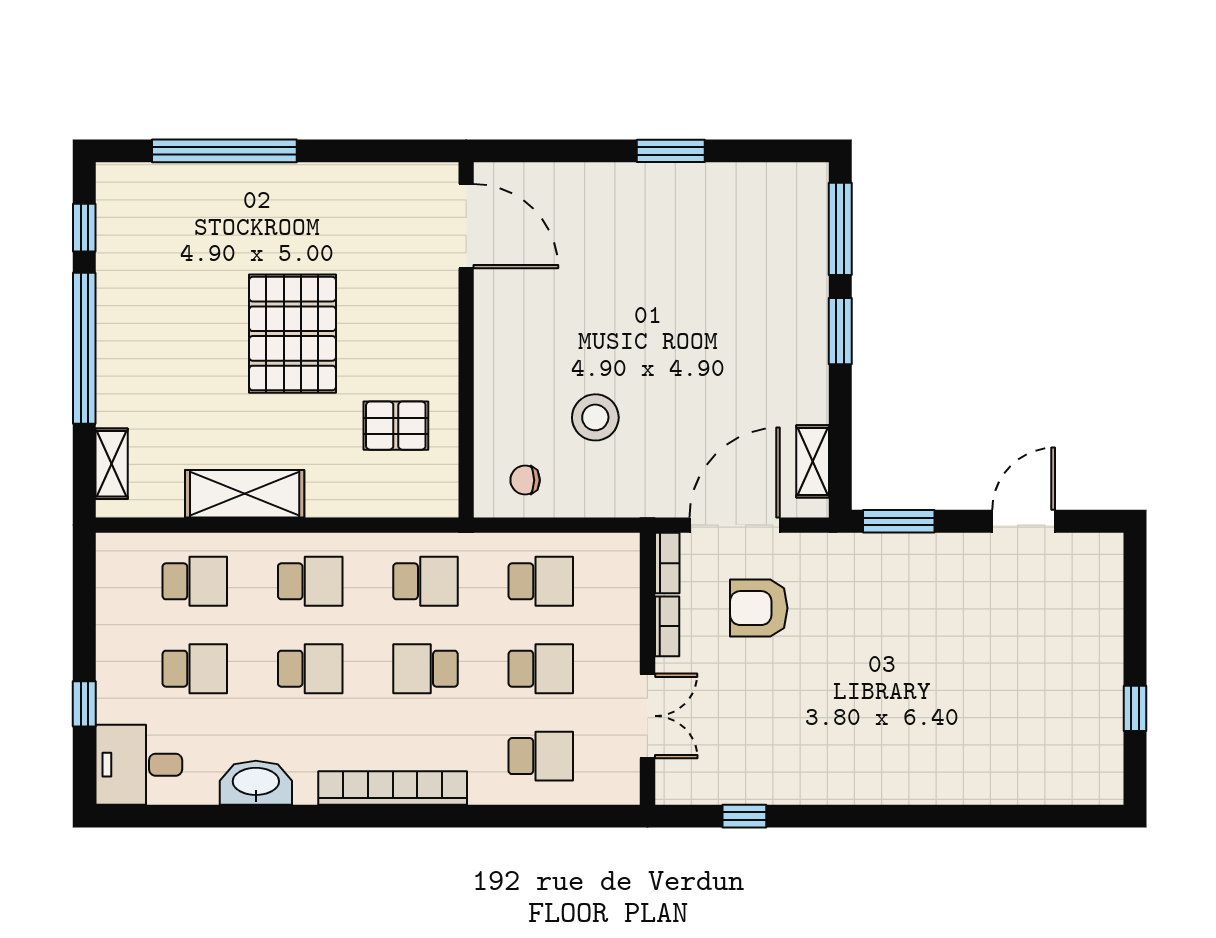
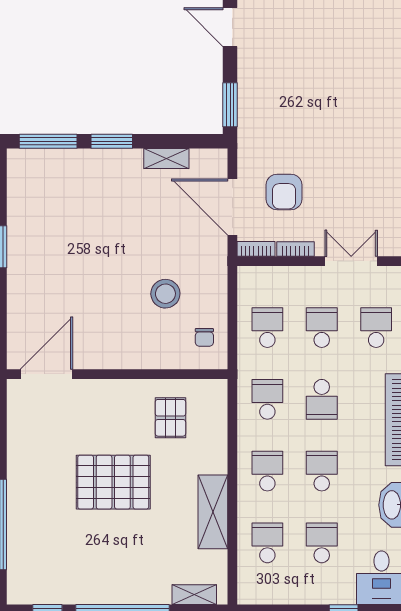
shelving: (813, 461) -> (166, 158), moved

